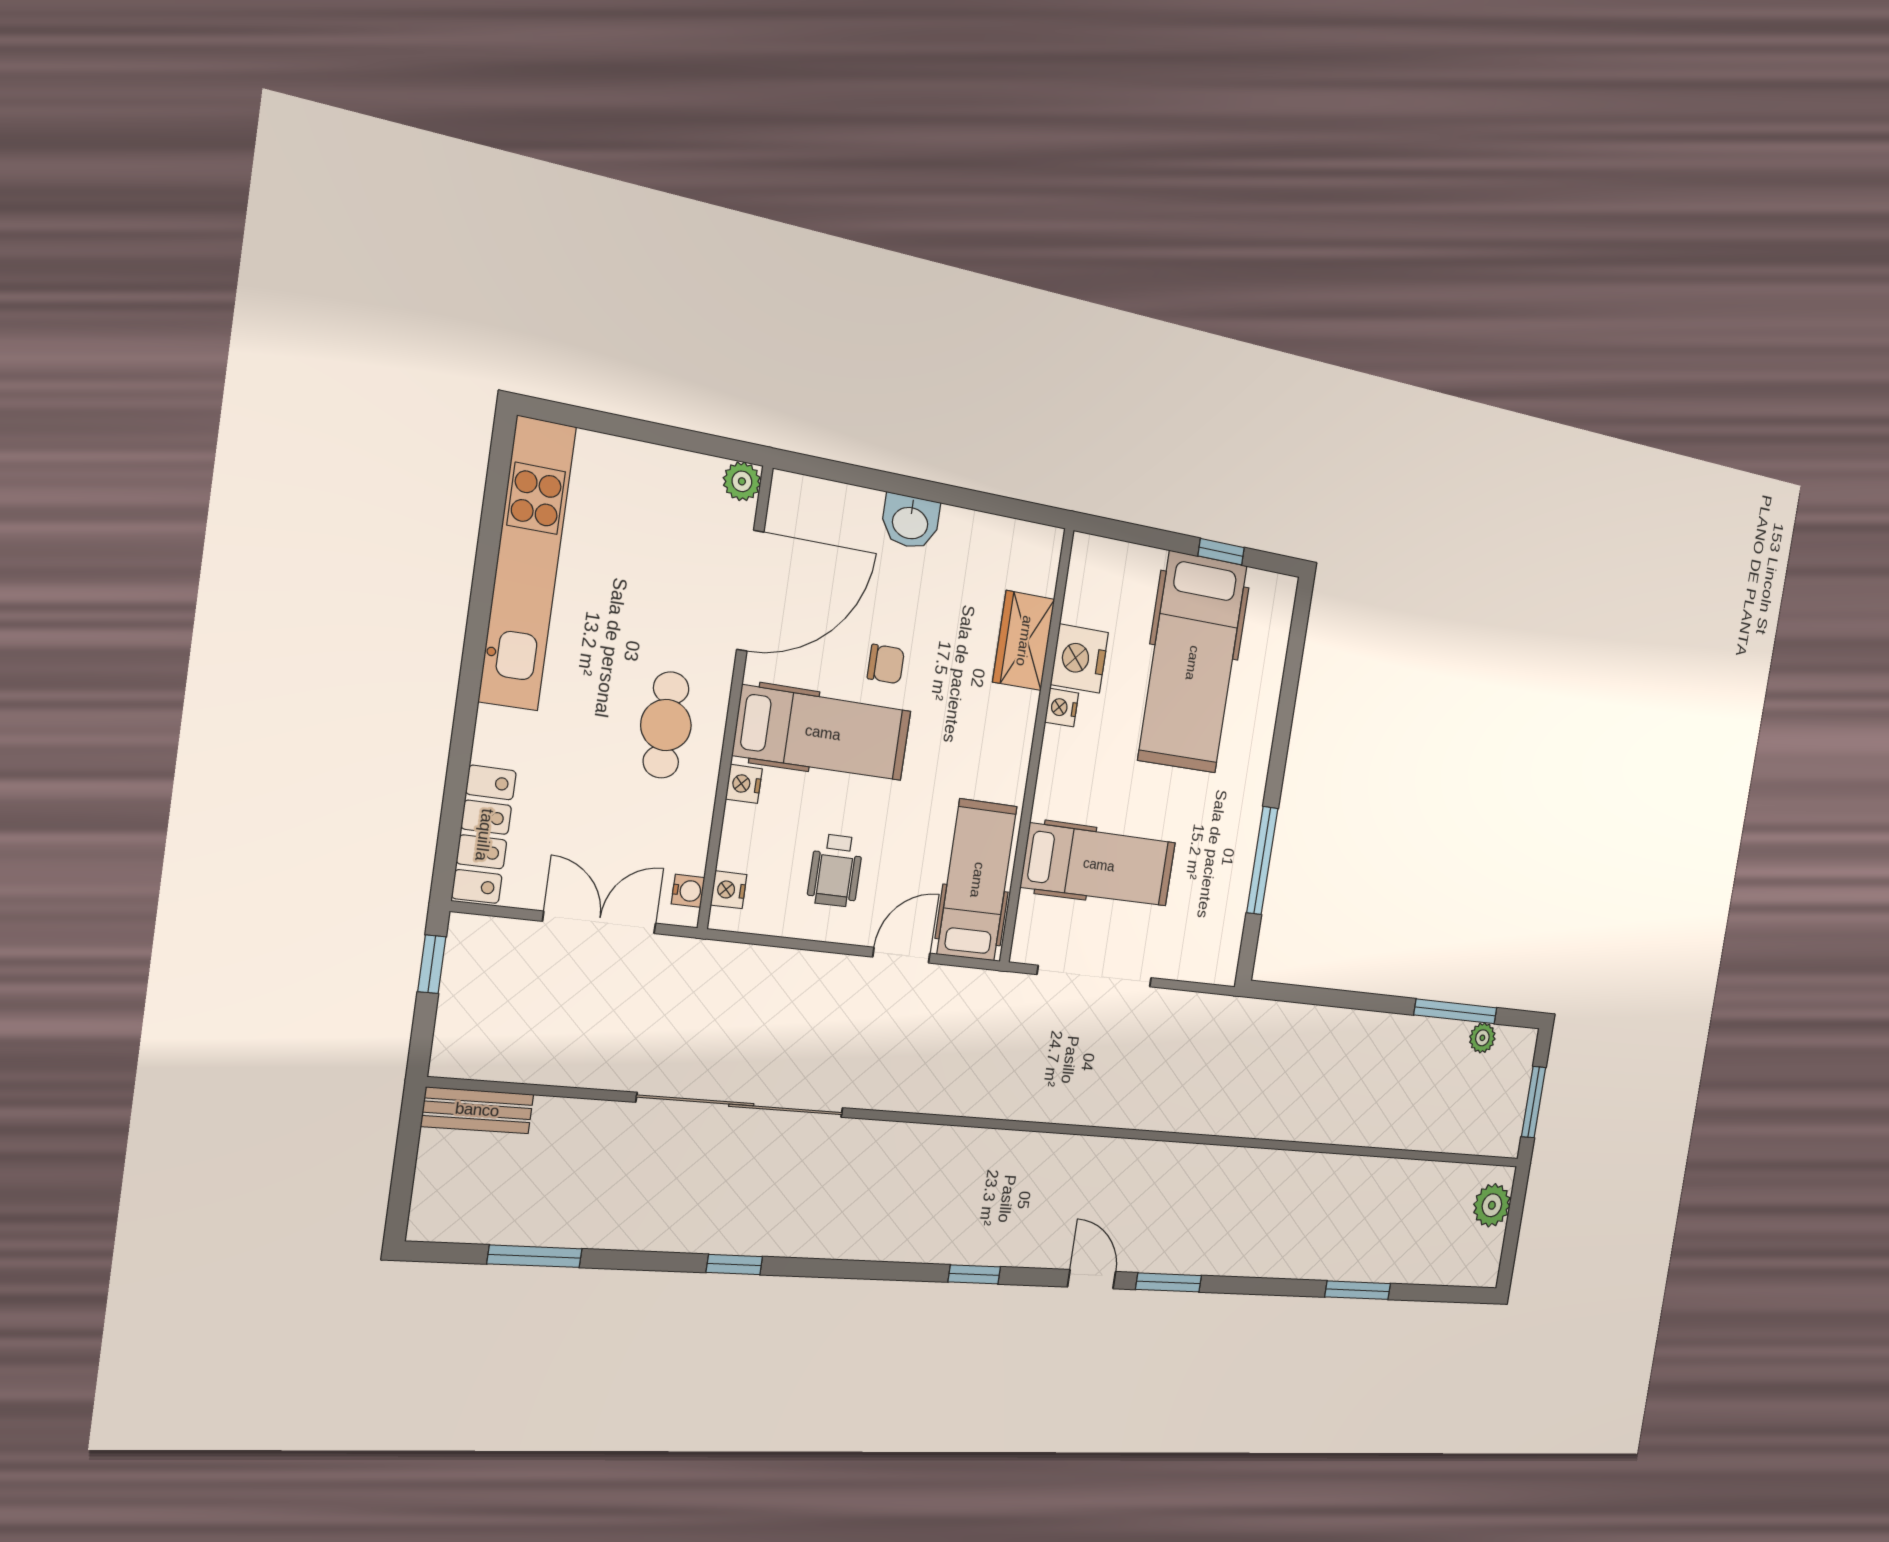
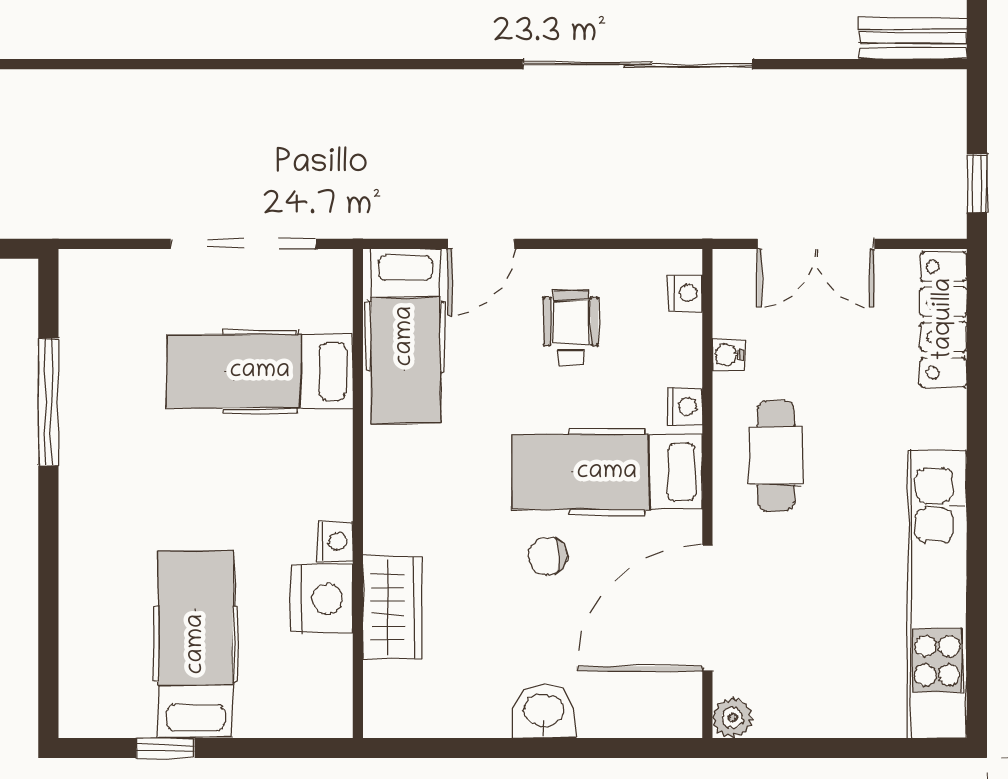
hospital bed: (1192, 663) -> (196, 644), width x0.73, depth x0.78
water cooler: (688, 891) -> (728, 355), moved

